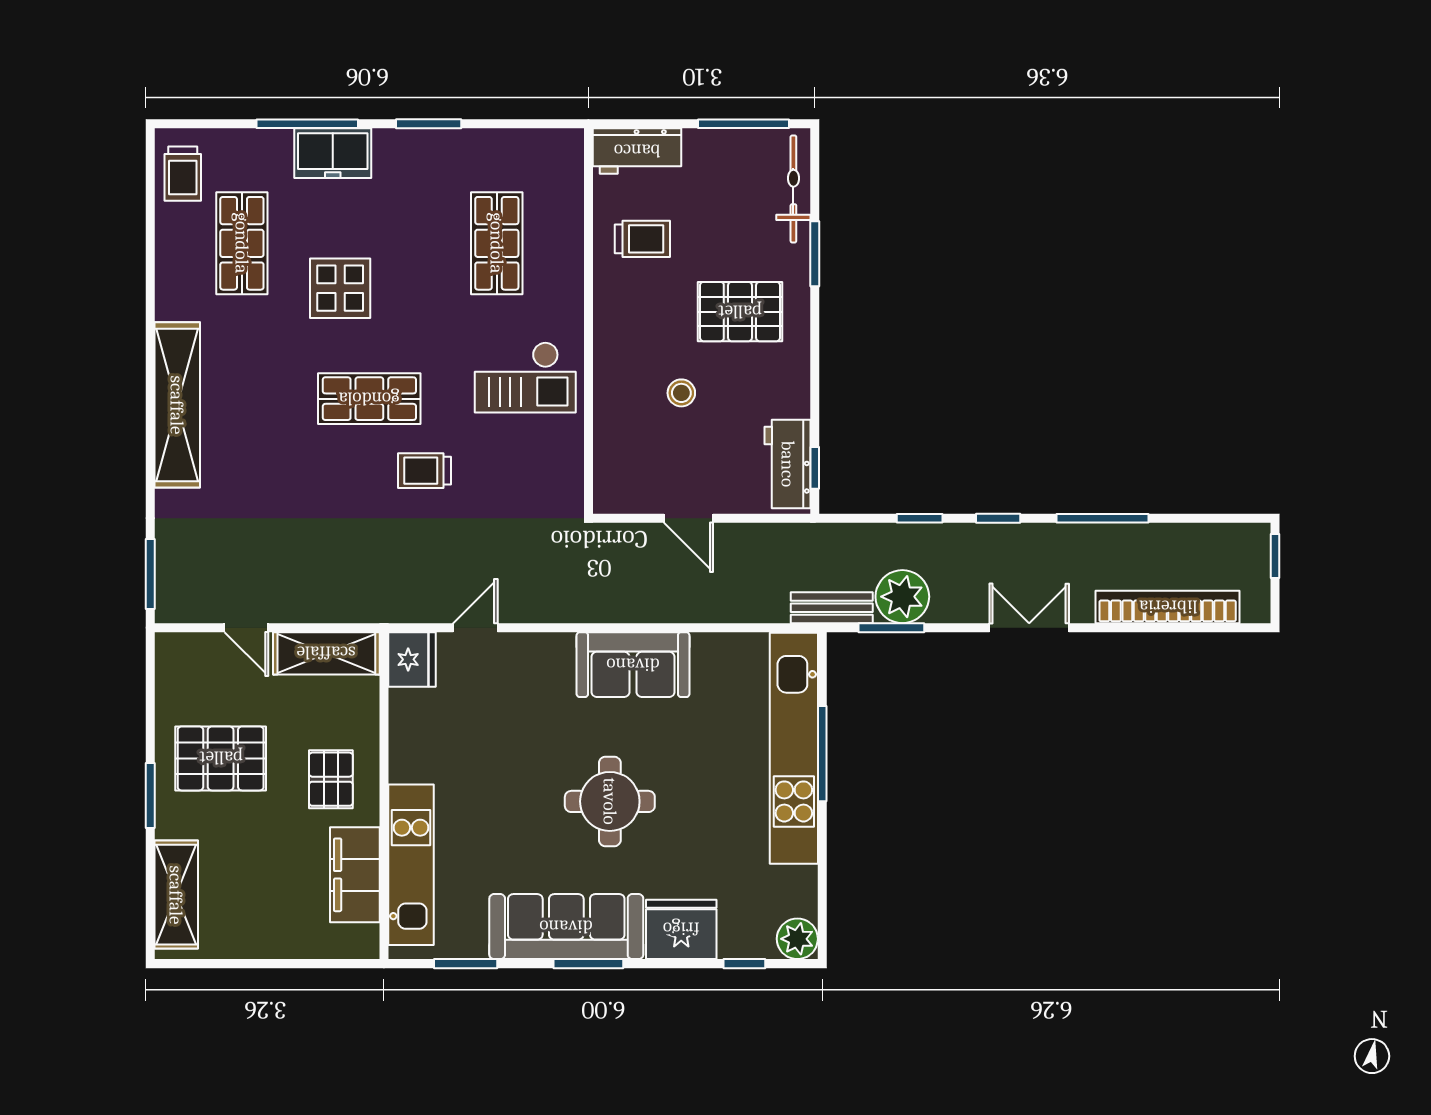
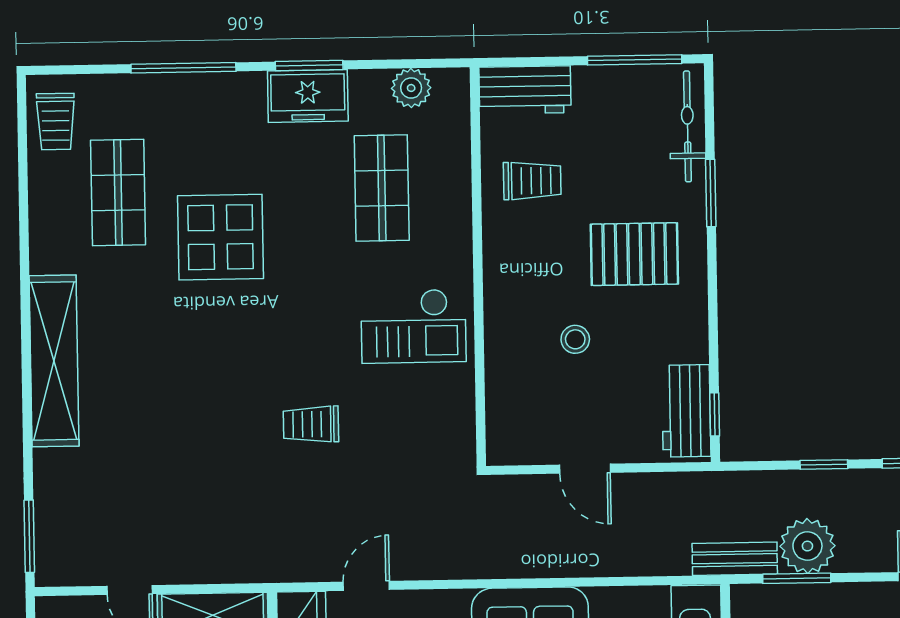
plant: (527, 147) -> (411, 88), added
freezer: (333, 153) -> (308, 96), moved
display table: (340, 288) -> (220, 237), width x1.36, depth x1.36
shop shelf: (369, 399) -> (253, 351), removed

